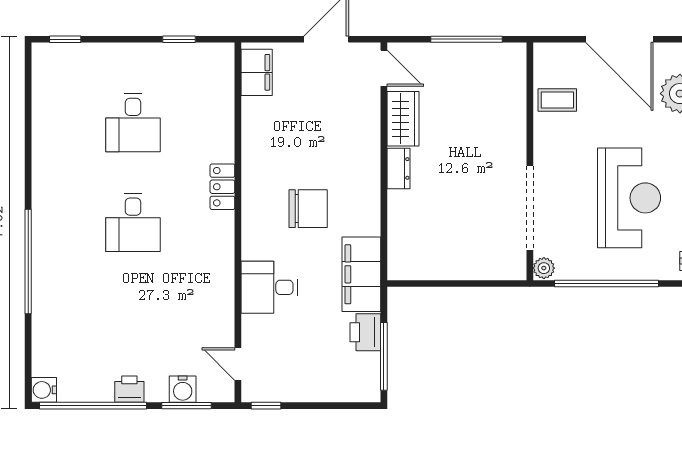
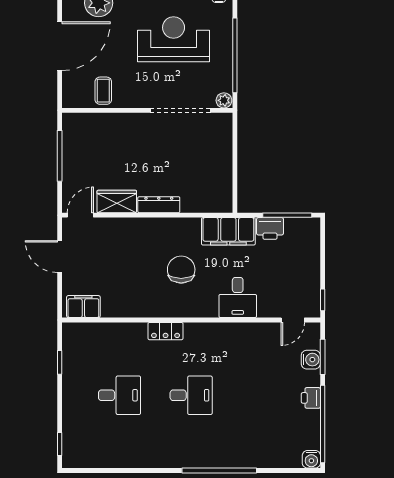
dresser: (398, 168) -> (159, 205), width x1.44

